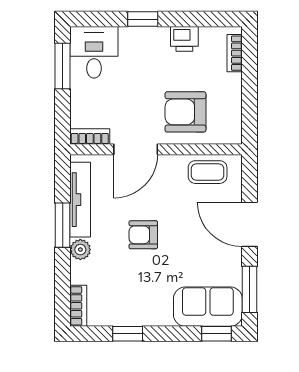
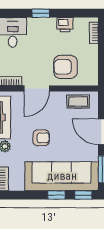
armchair: (143, 235) -> (41, 138), turned 180
sofa: (208, 307) -> (62, 176), width x1.85, depth x1.27
window: (128, 334) -> (56, 195), moved

